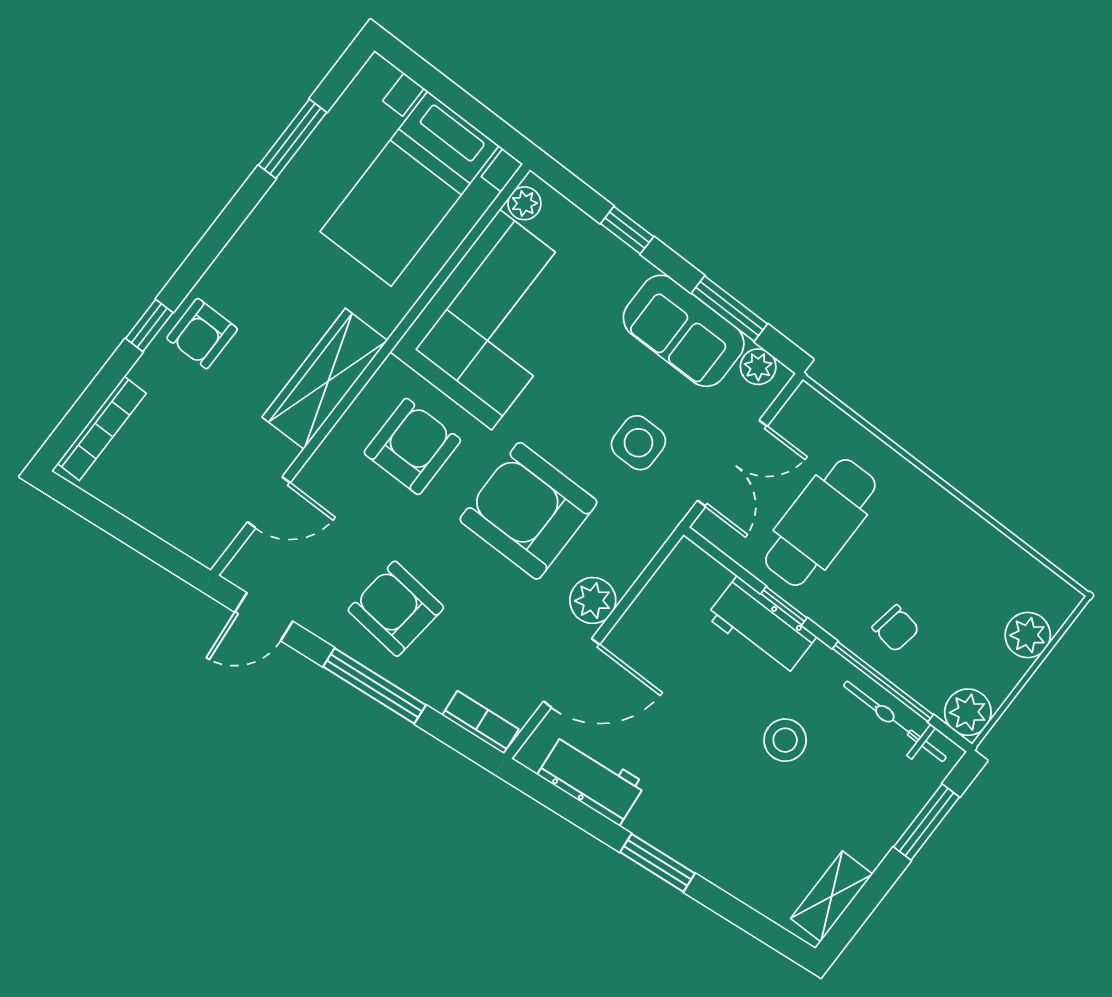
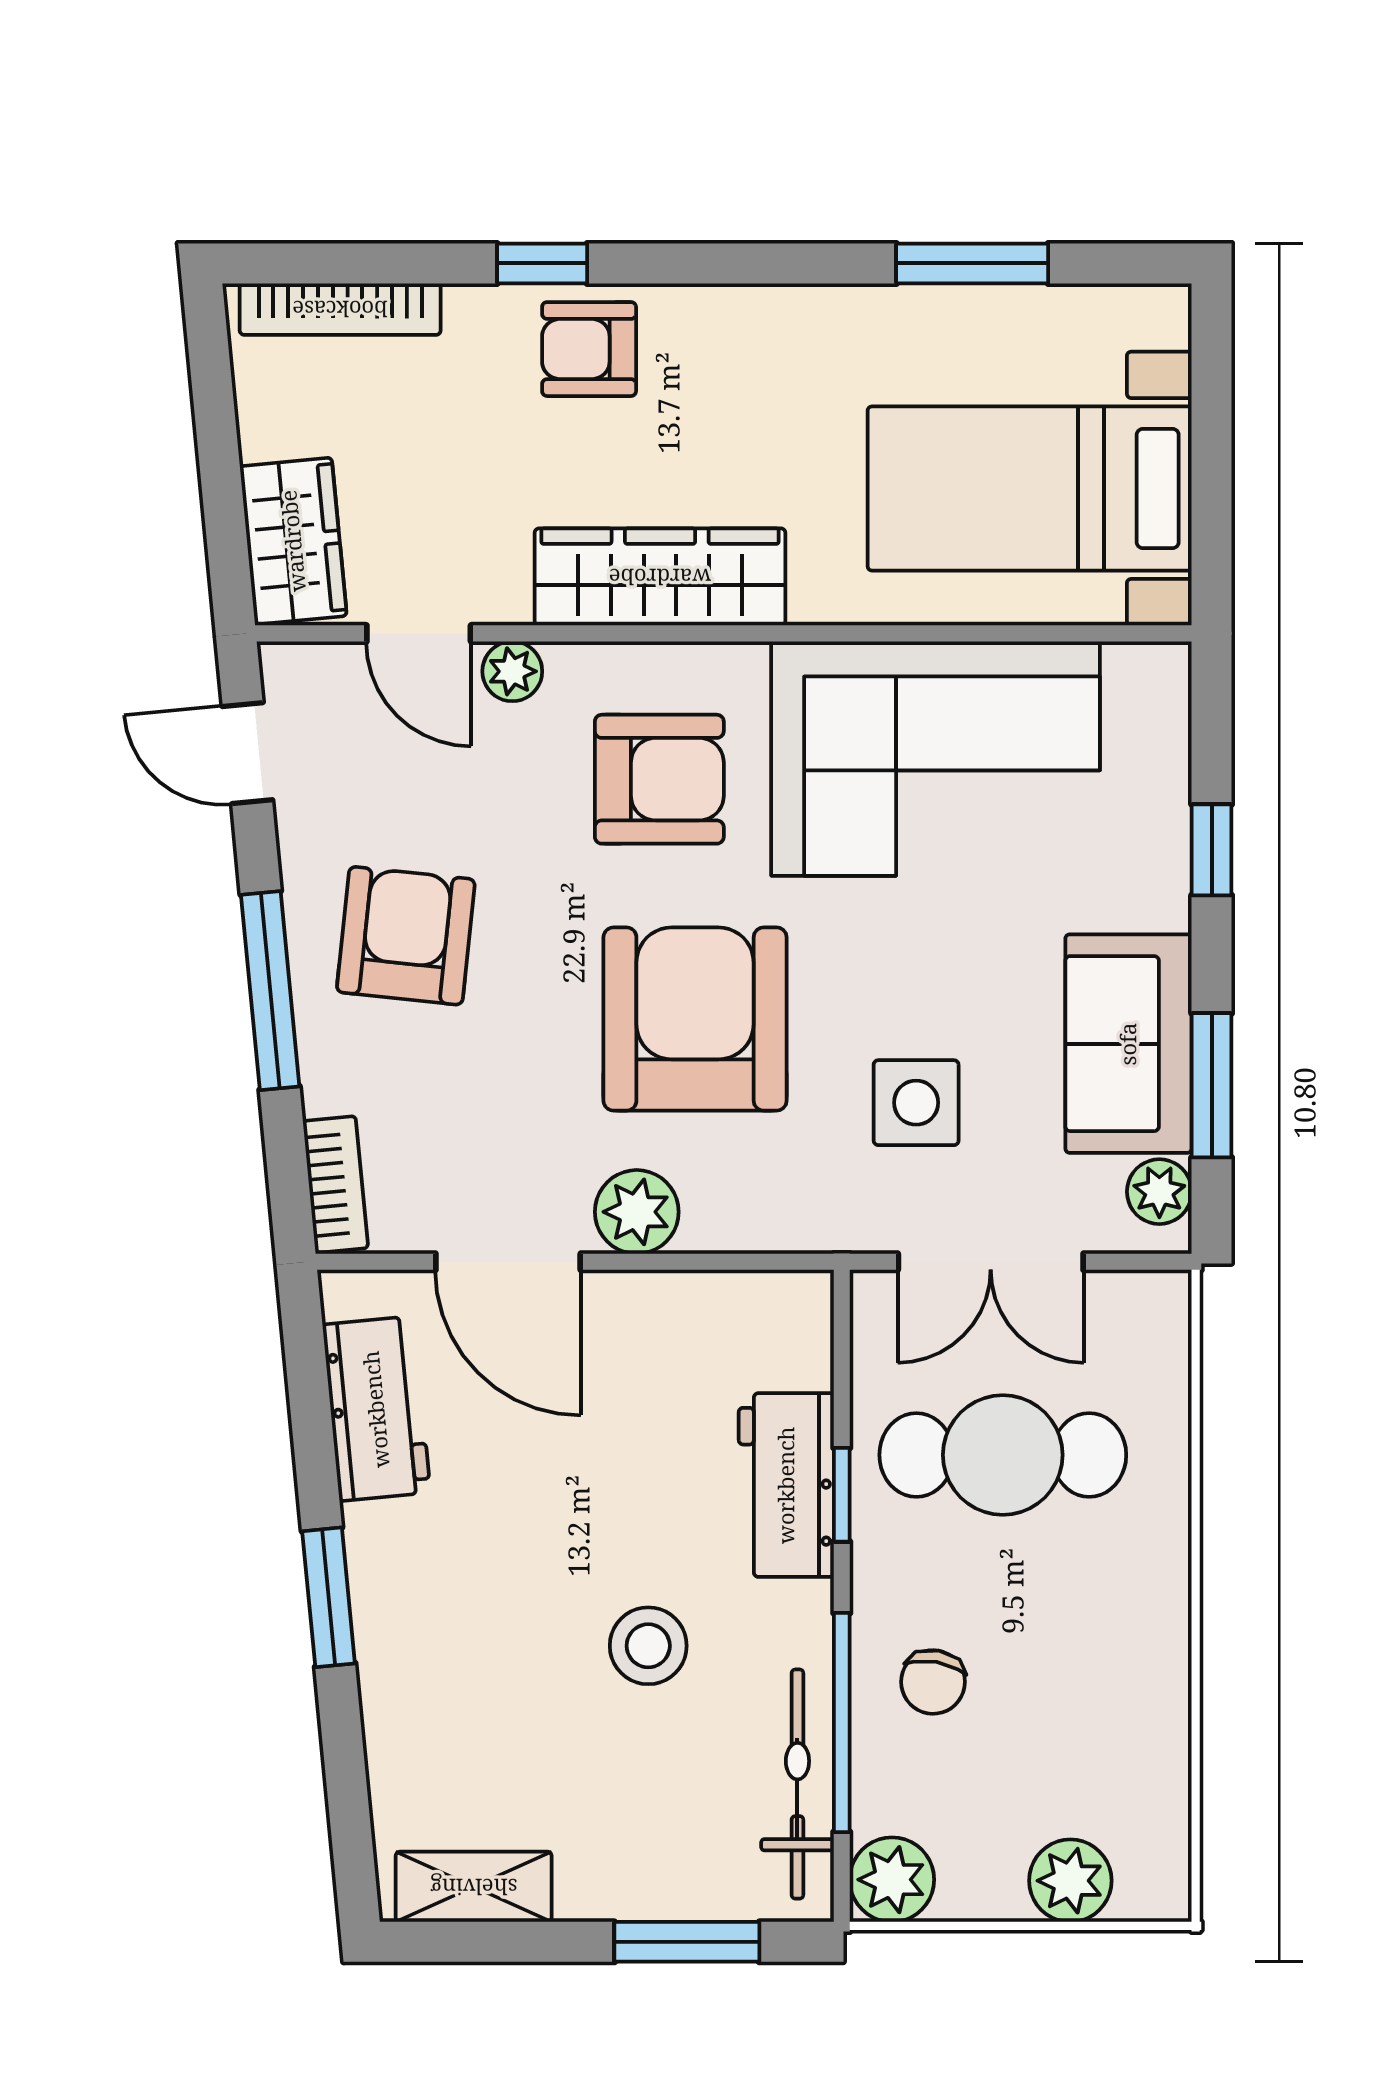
plant: (524, 203) -> (512, 671), moved
wardrobe: (187, 526) -> (293, 541), added

